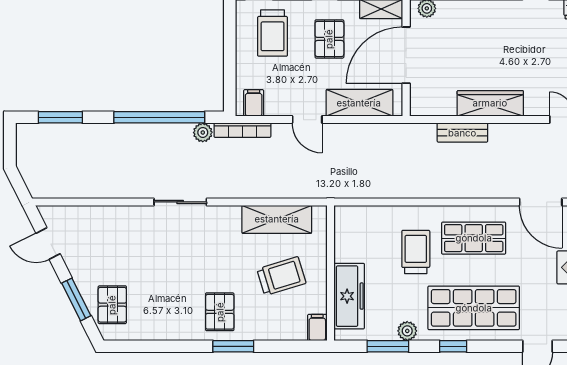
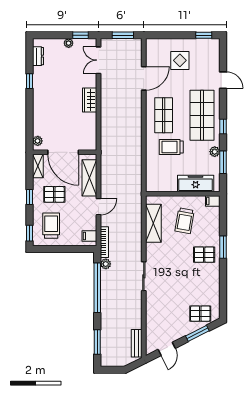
trolley: (273, 33) -> (51, 226), turned -90
wardrobe: (490, 103) -> (90, 100), width x0.67
bench: (462, 133) -> (137, 343), moved
trolley: (281, 276) -> (185, 221), turned -153

